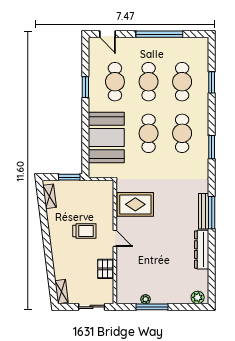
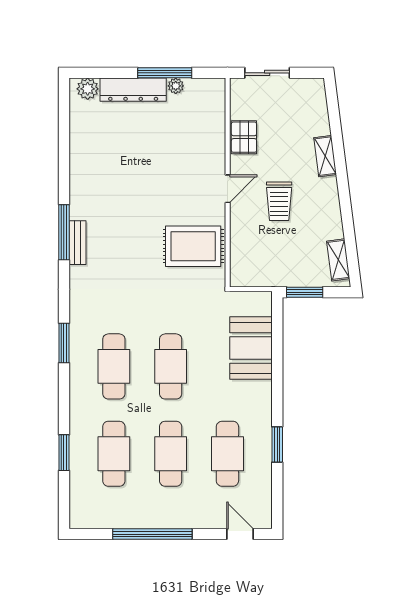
booth: (106, 137) -> (251, 348), width x0.73, depth x0.70
bench: (204, 211) -> (77, 243), width x0.73
trolley: (84, 231) -> (279, 201), turned -90
door: (115, 238) -> (228, 189), swing flipped
dresser: (202, 250) -> (133, 90), moved, turned 90
shelving: (62, 291) -> (325, 156), moved

